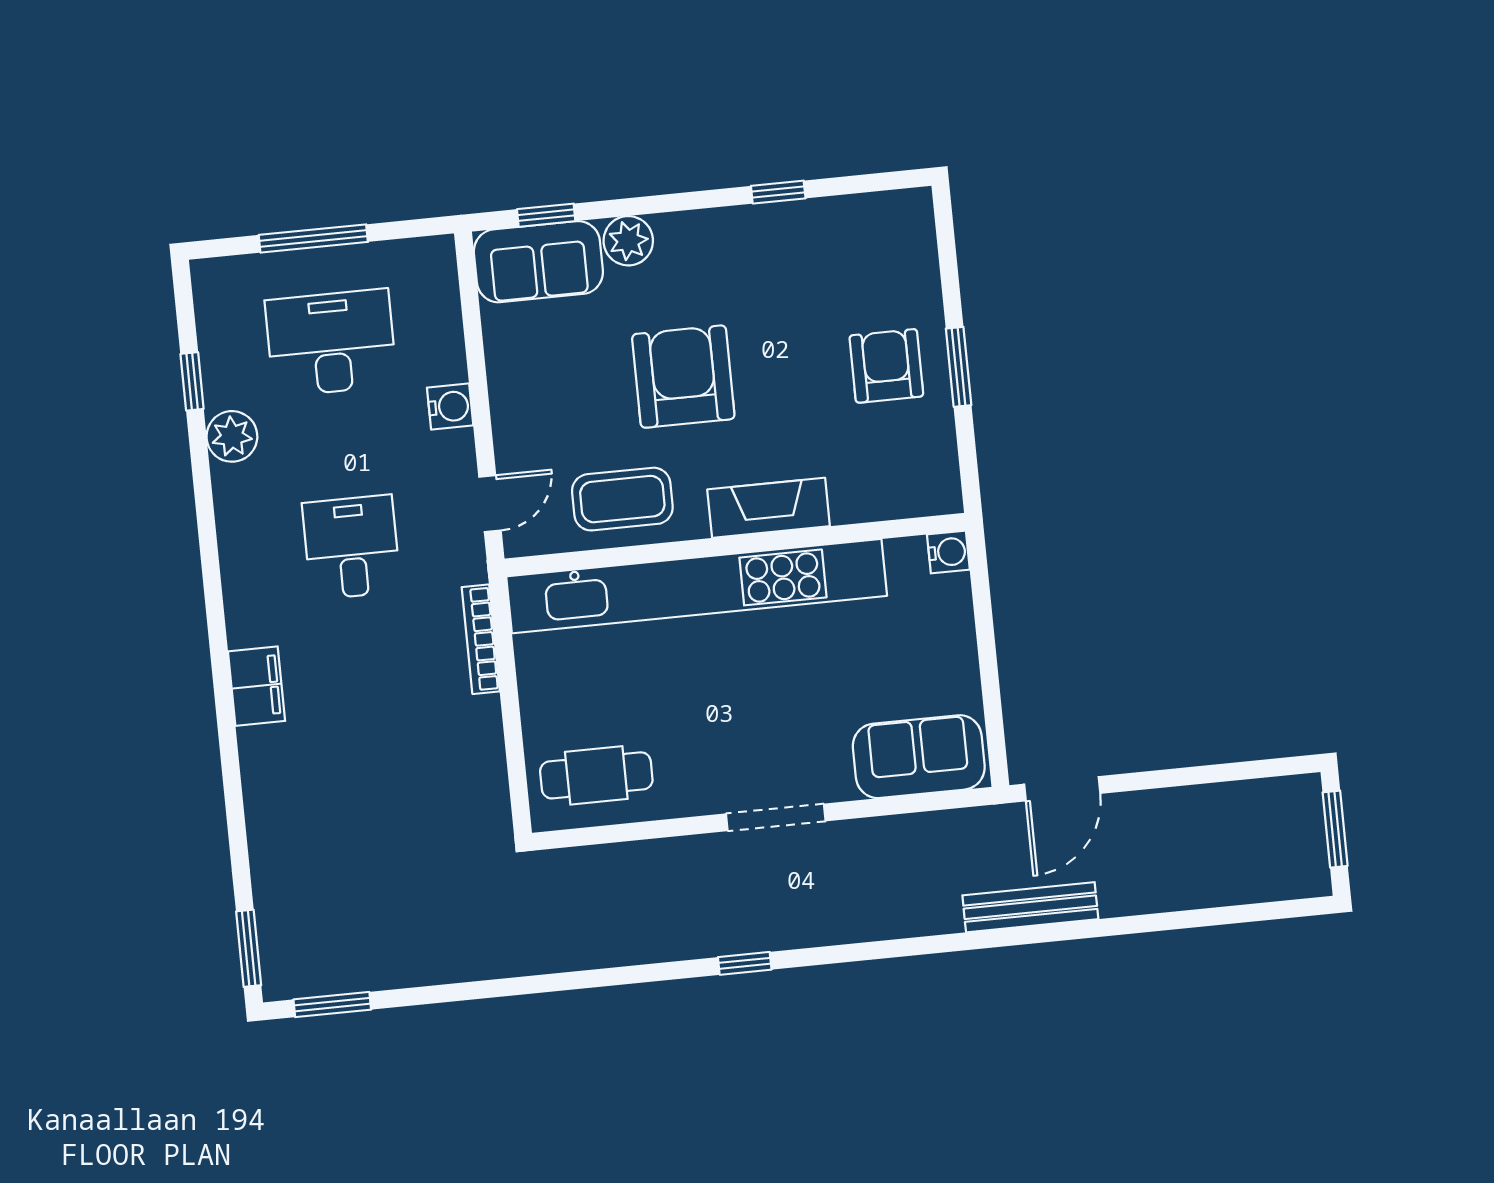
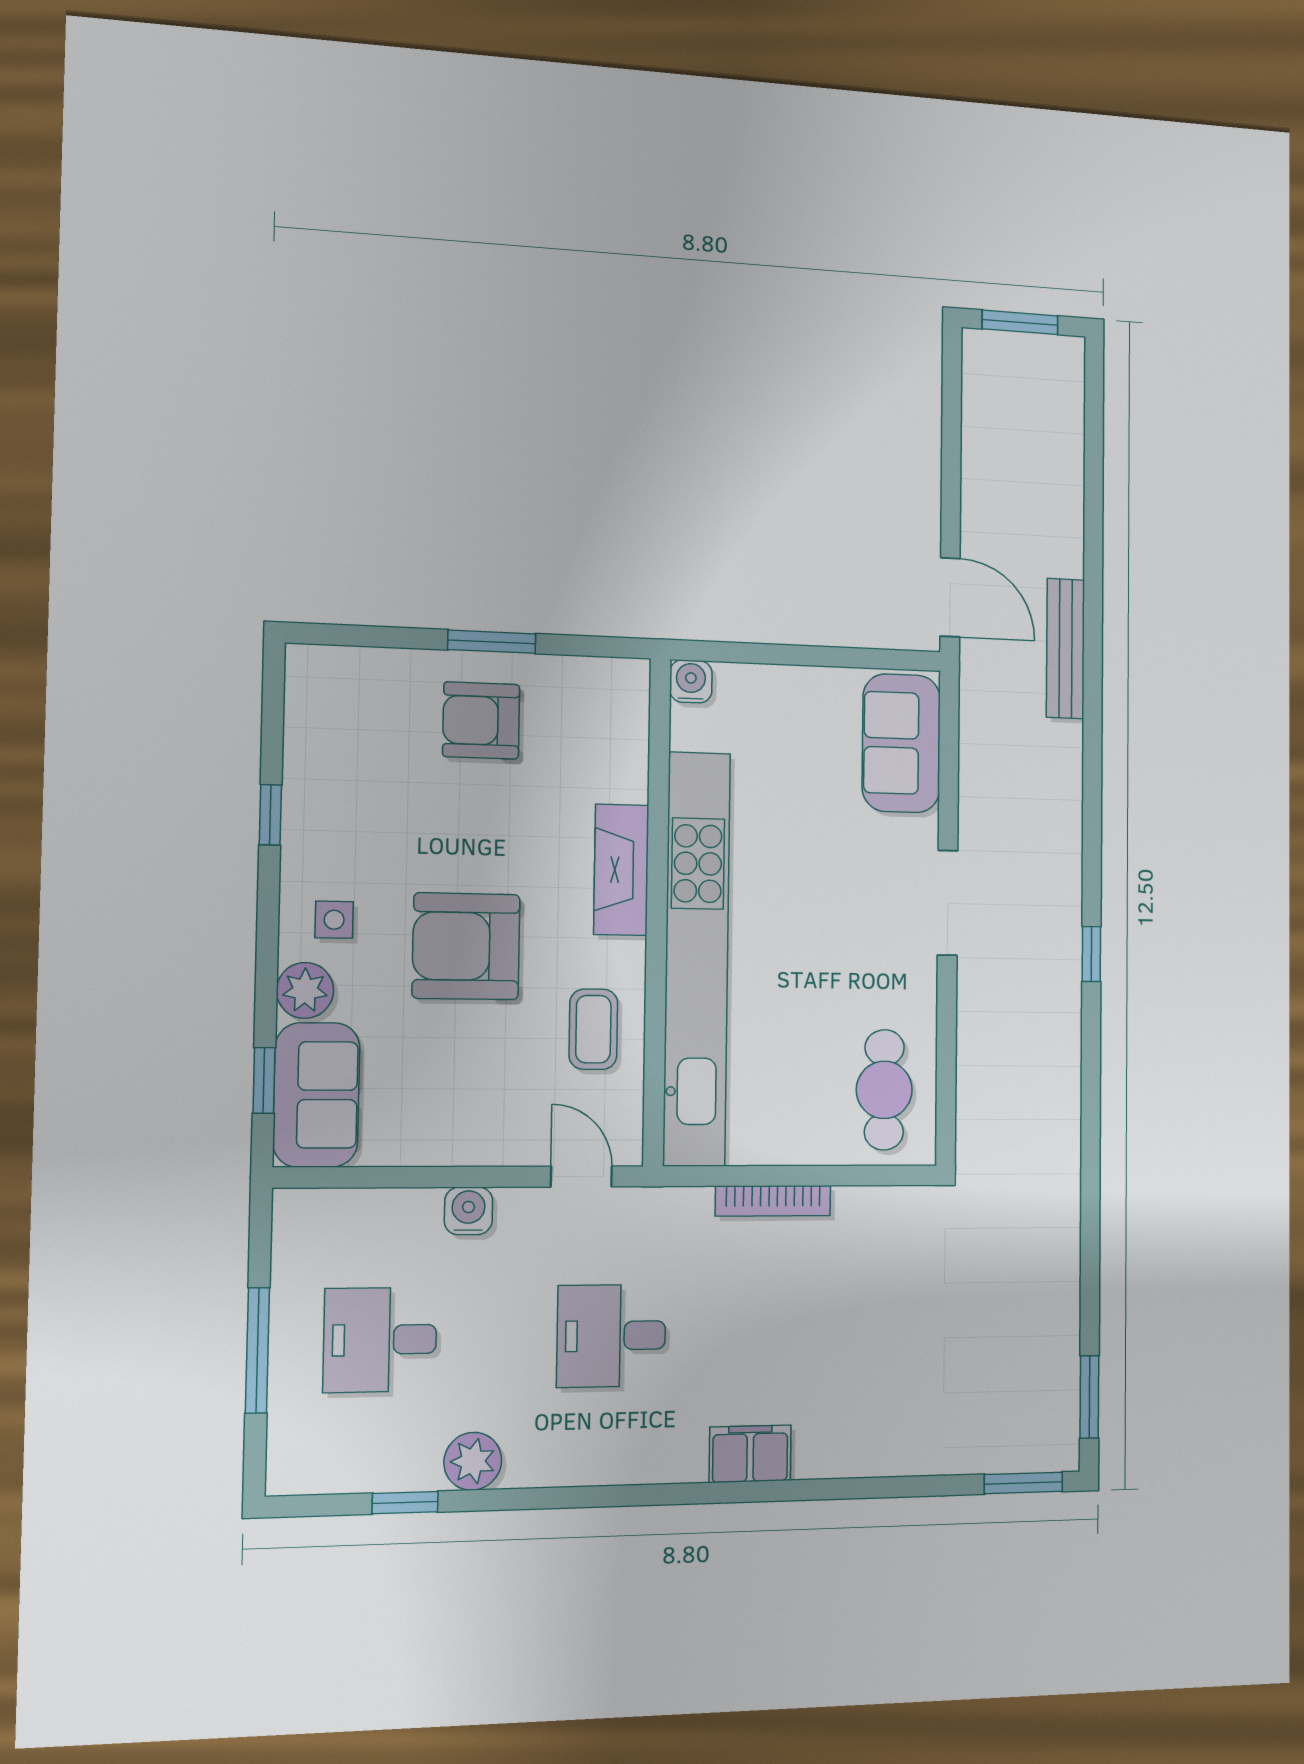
side table: (693, 258) -> (334, 920), added
desk: (331, 343) -> (380, 1340), width x0.73
coffee table: (622, 499) -> (593, 1029), width x0.73, depth x0.77
bookcase: (481, 639) -> (773, 1201), moved

